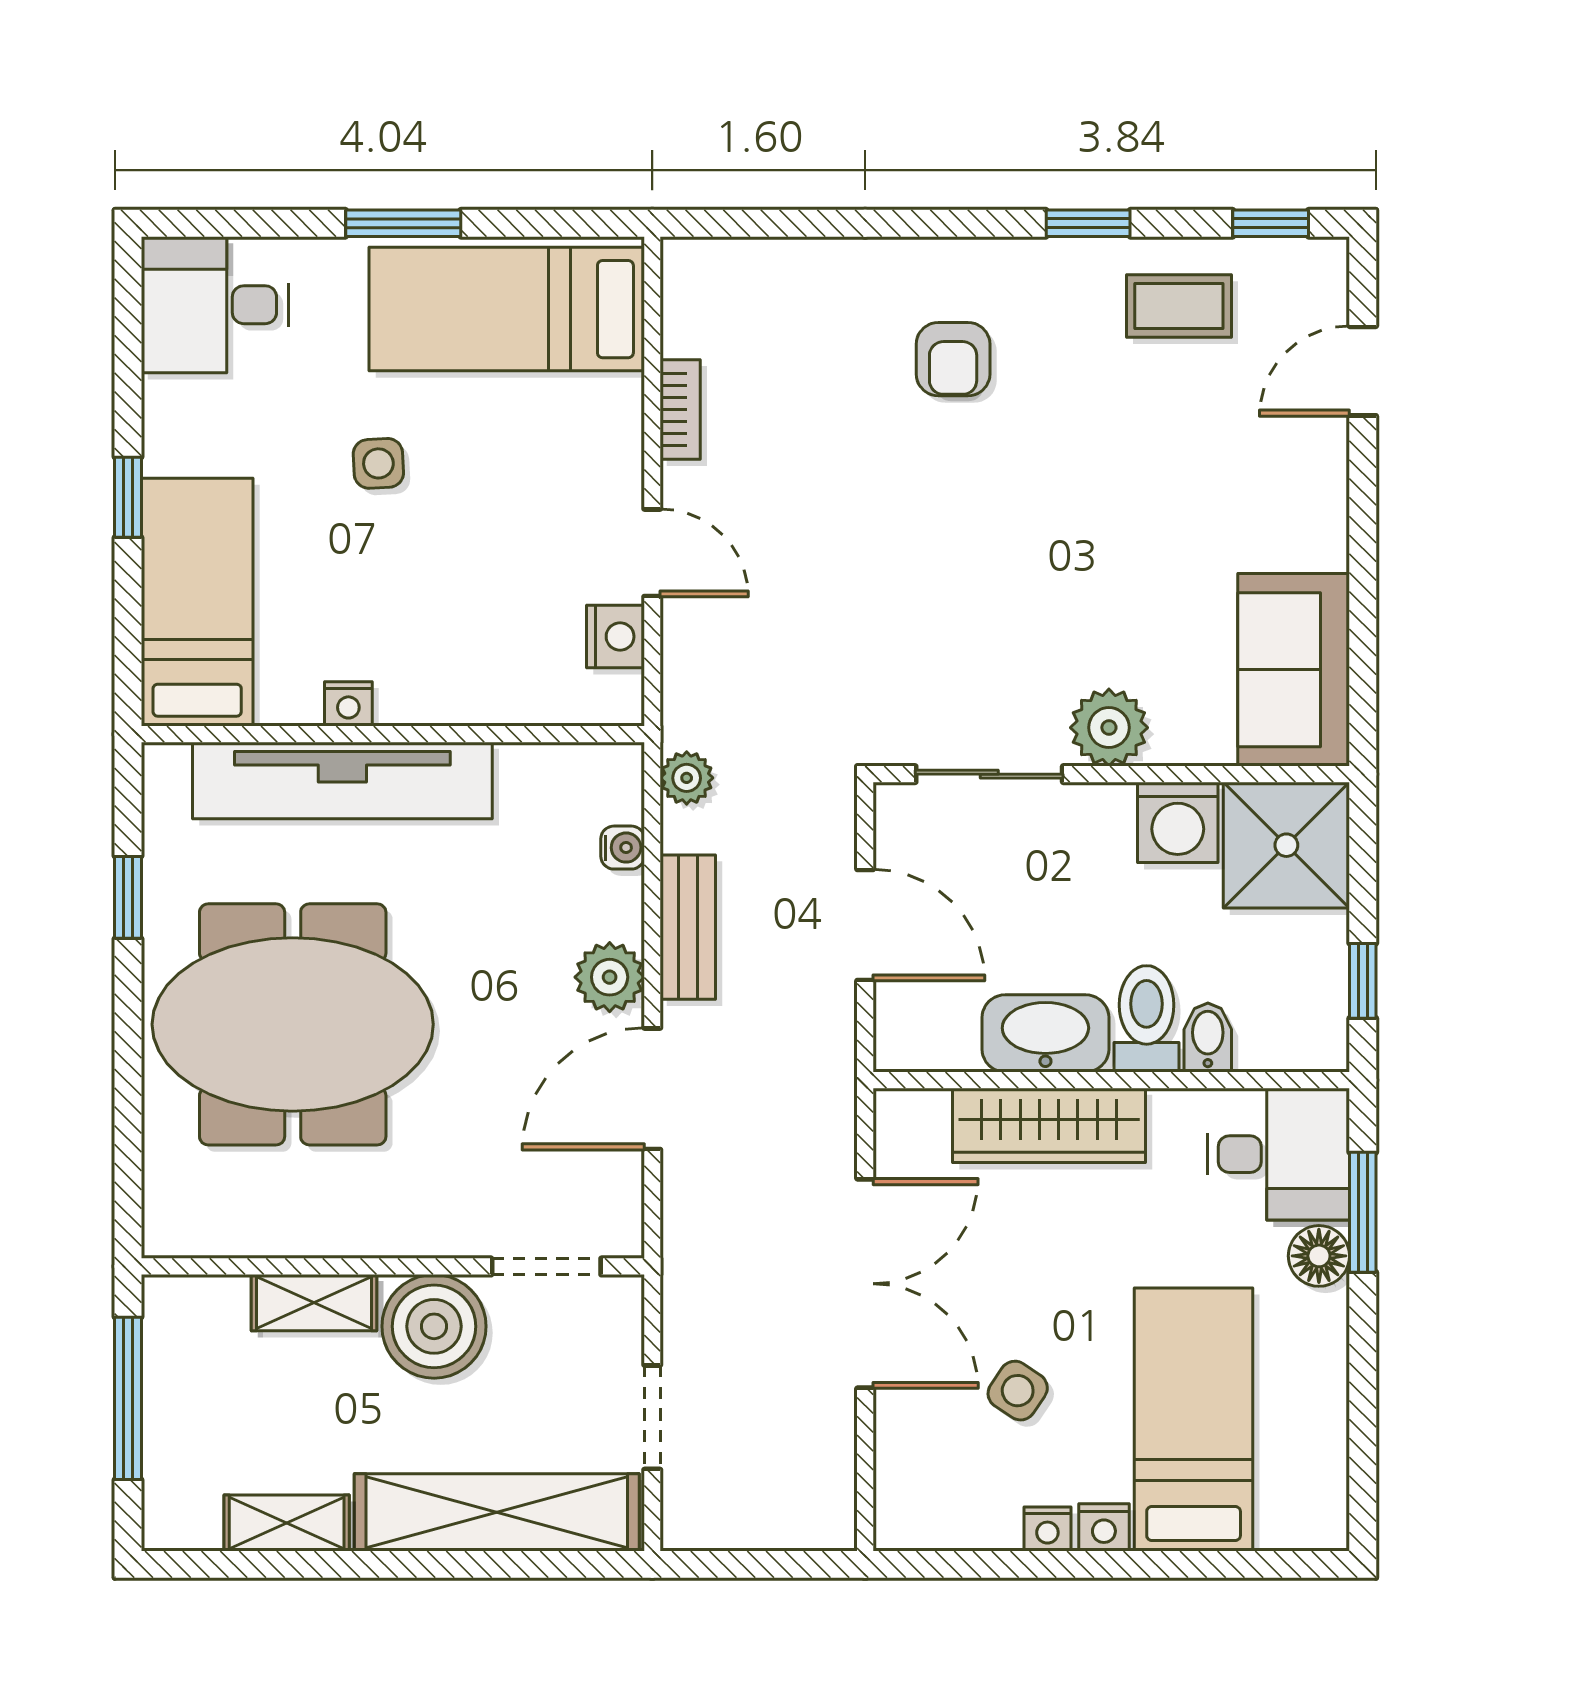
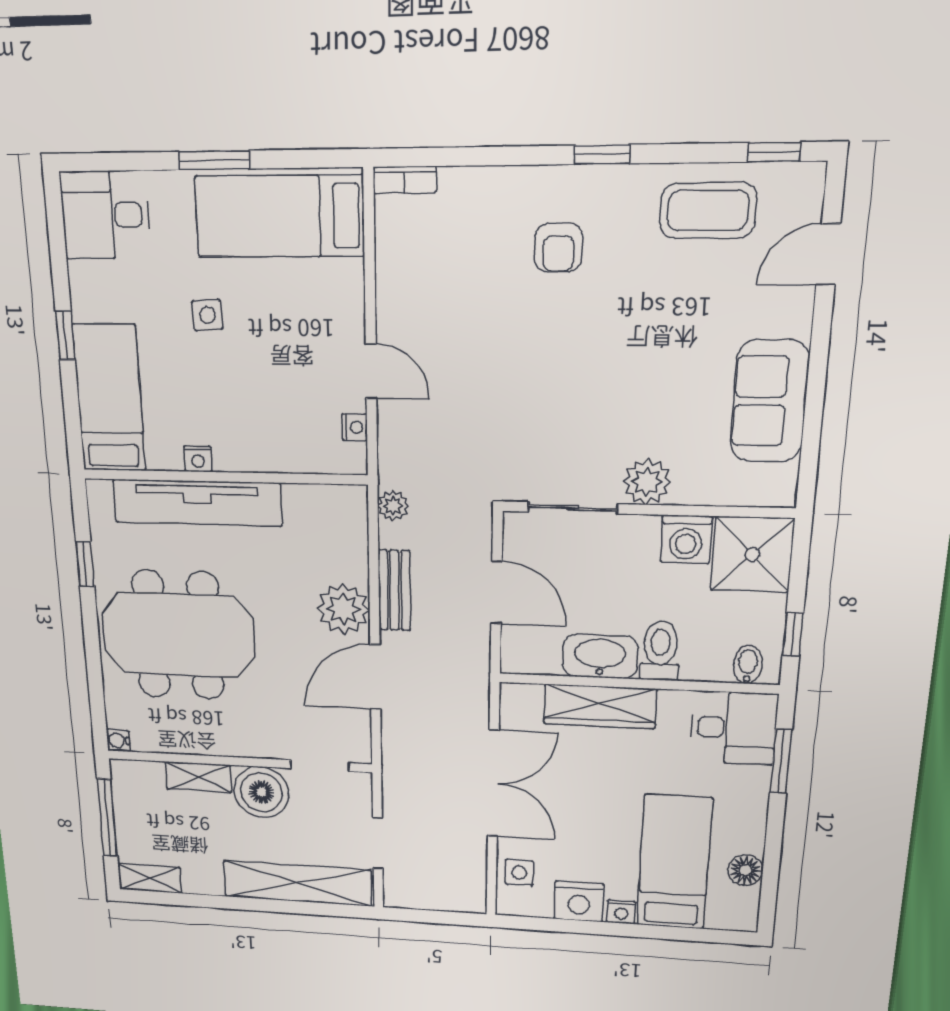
window: (1088, 223) -> (602, 154), moved
coffee table: (1179, 306) -> (708, 211), width x1.36, depth x1.30
bookcase: (680, 409) -> (405, 180), moved, turned 90
nightstand: (615, 637) -> (355, 427), width x0.72, depth x0.74
sofa: (1294, 670) -> (770, 401), moved
water cooler: (623, 848) -> (118, 740), moved, turned 180
plant: (610, 977) -> (343, 609), width x1.36, depth x1.36
bidet: (1208, 1037) -> (748, 665), moved
floor lamp: (1319, 1256) -> (745, 870), moved
side table: (1018, 1391) -> (519, 872), moved, turned -34
shelving: (287, 1523) -> (150, 878), moved
nightstand: (1047, 1529) -> (579, 901), width x1.89, depth x1.79

